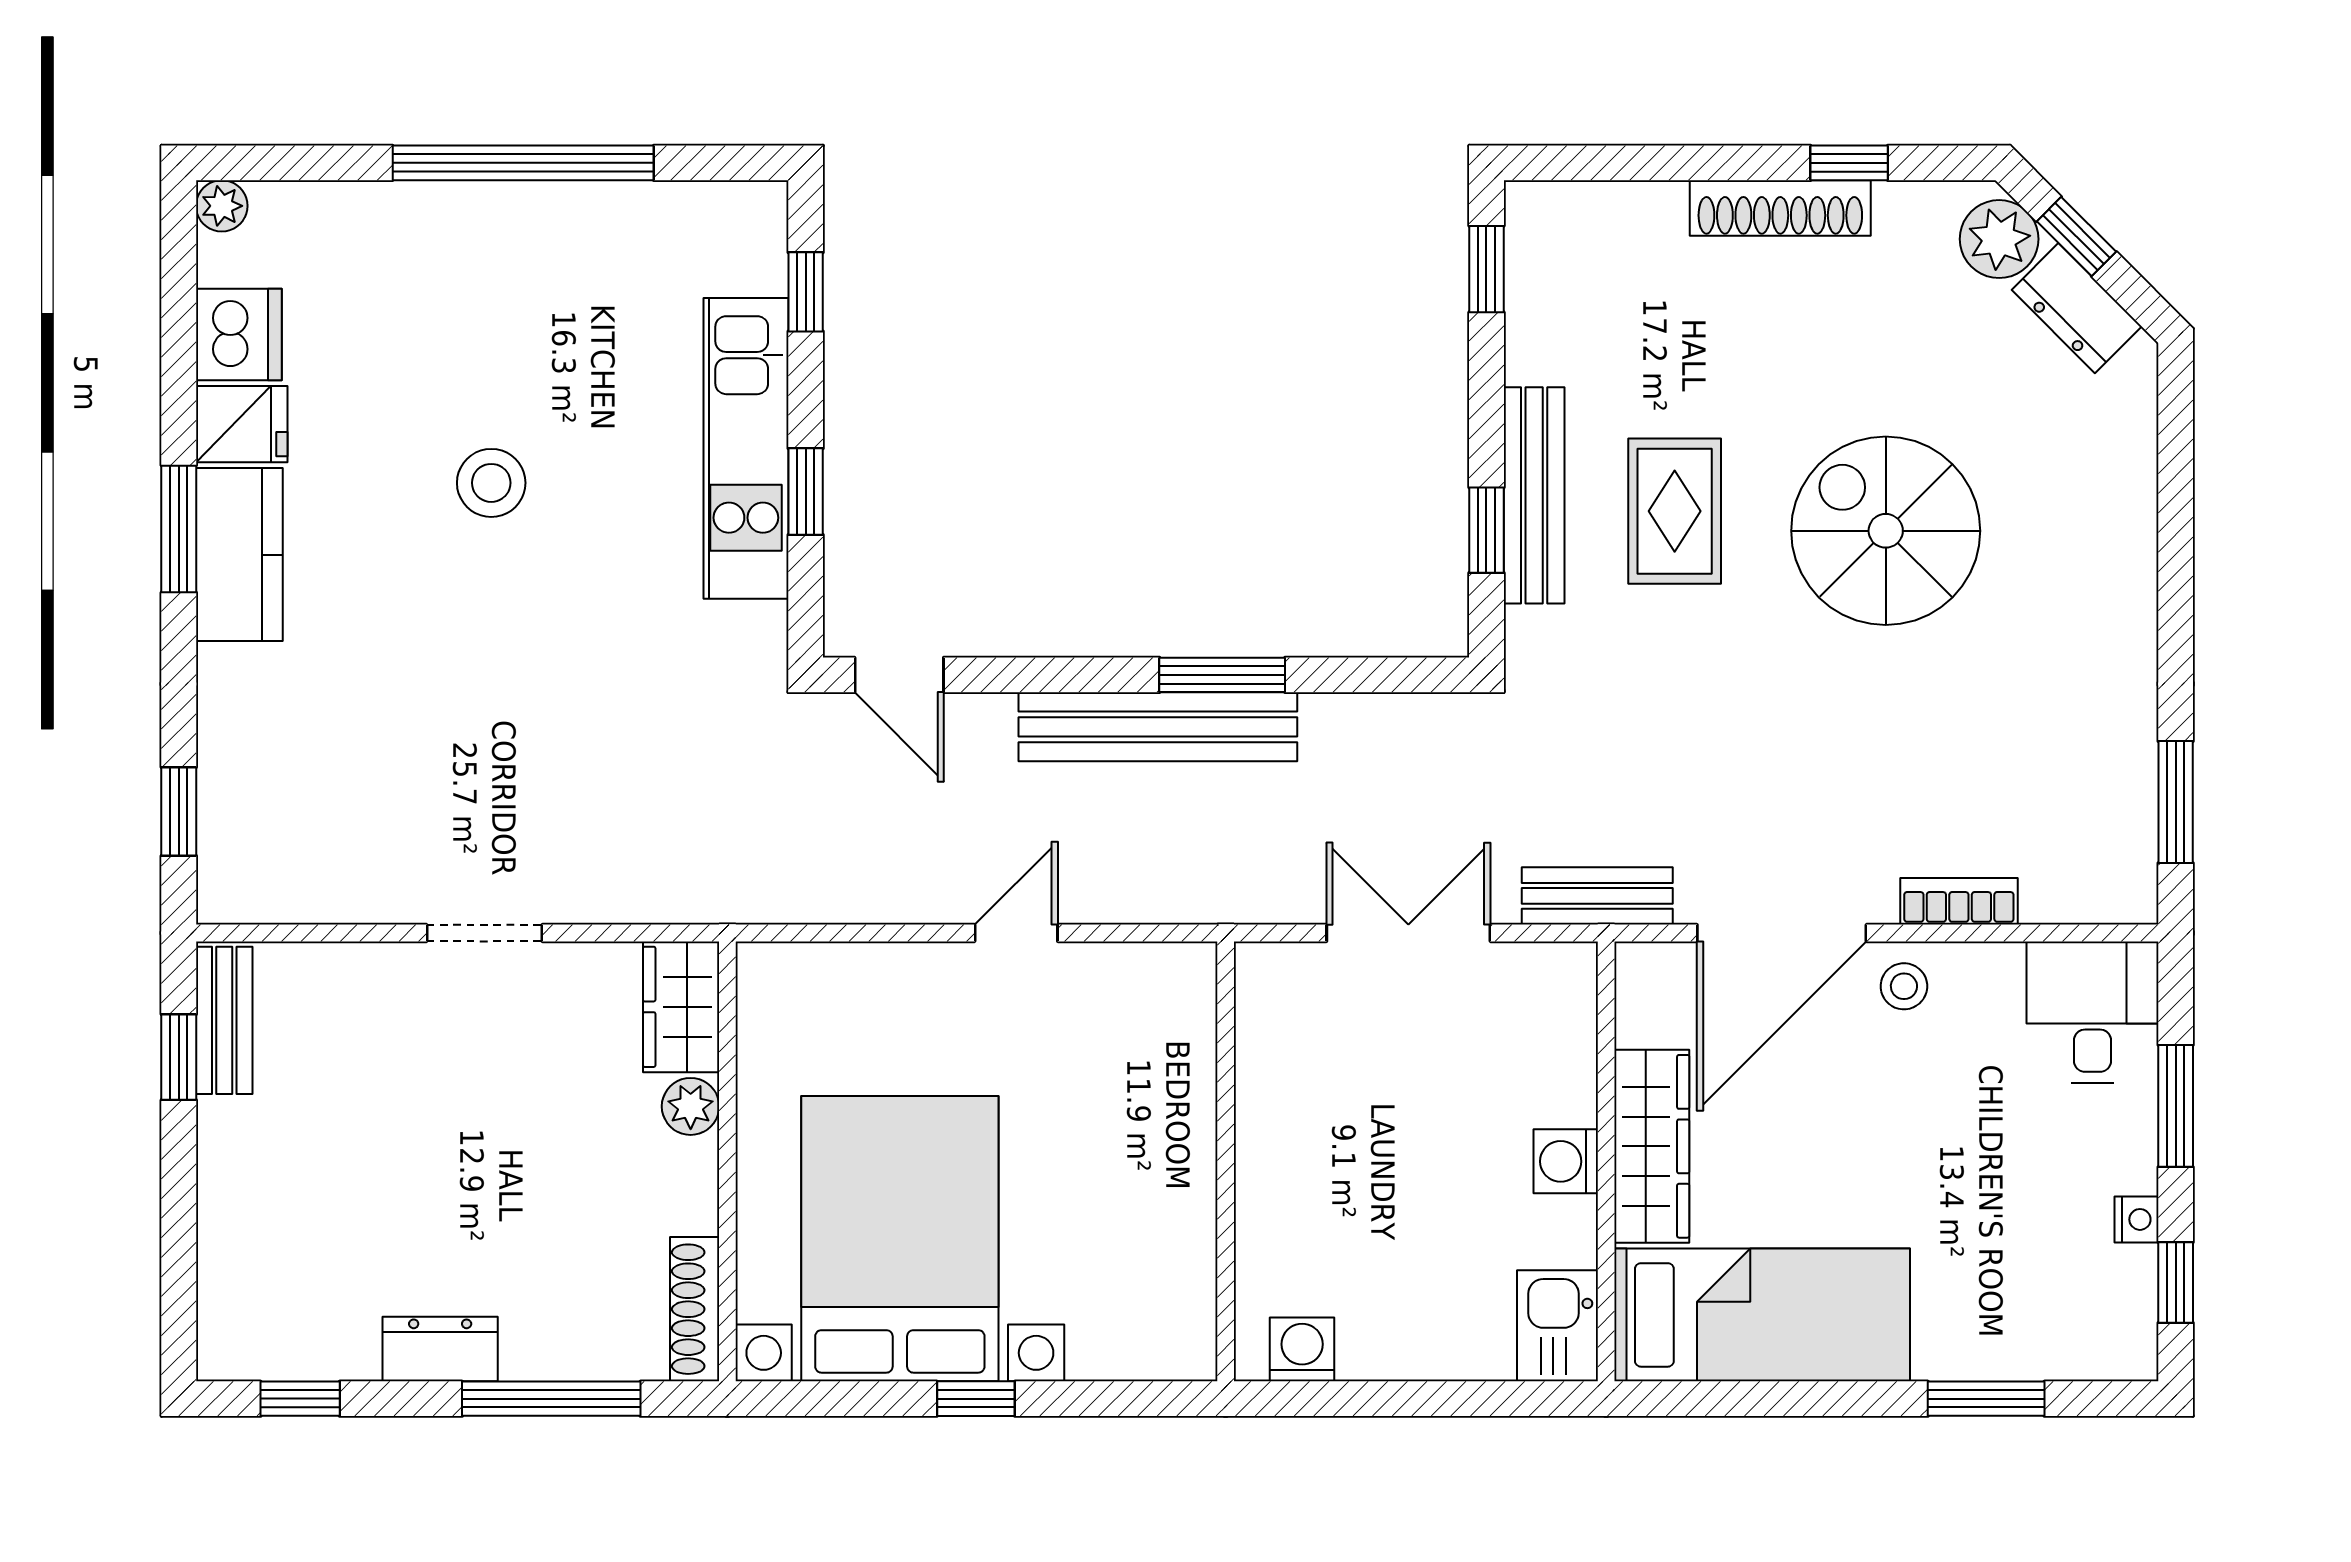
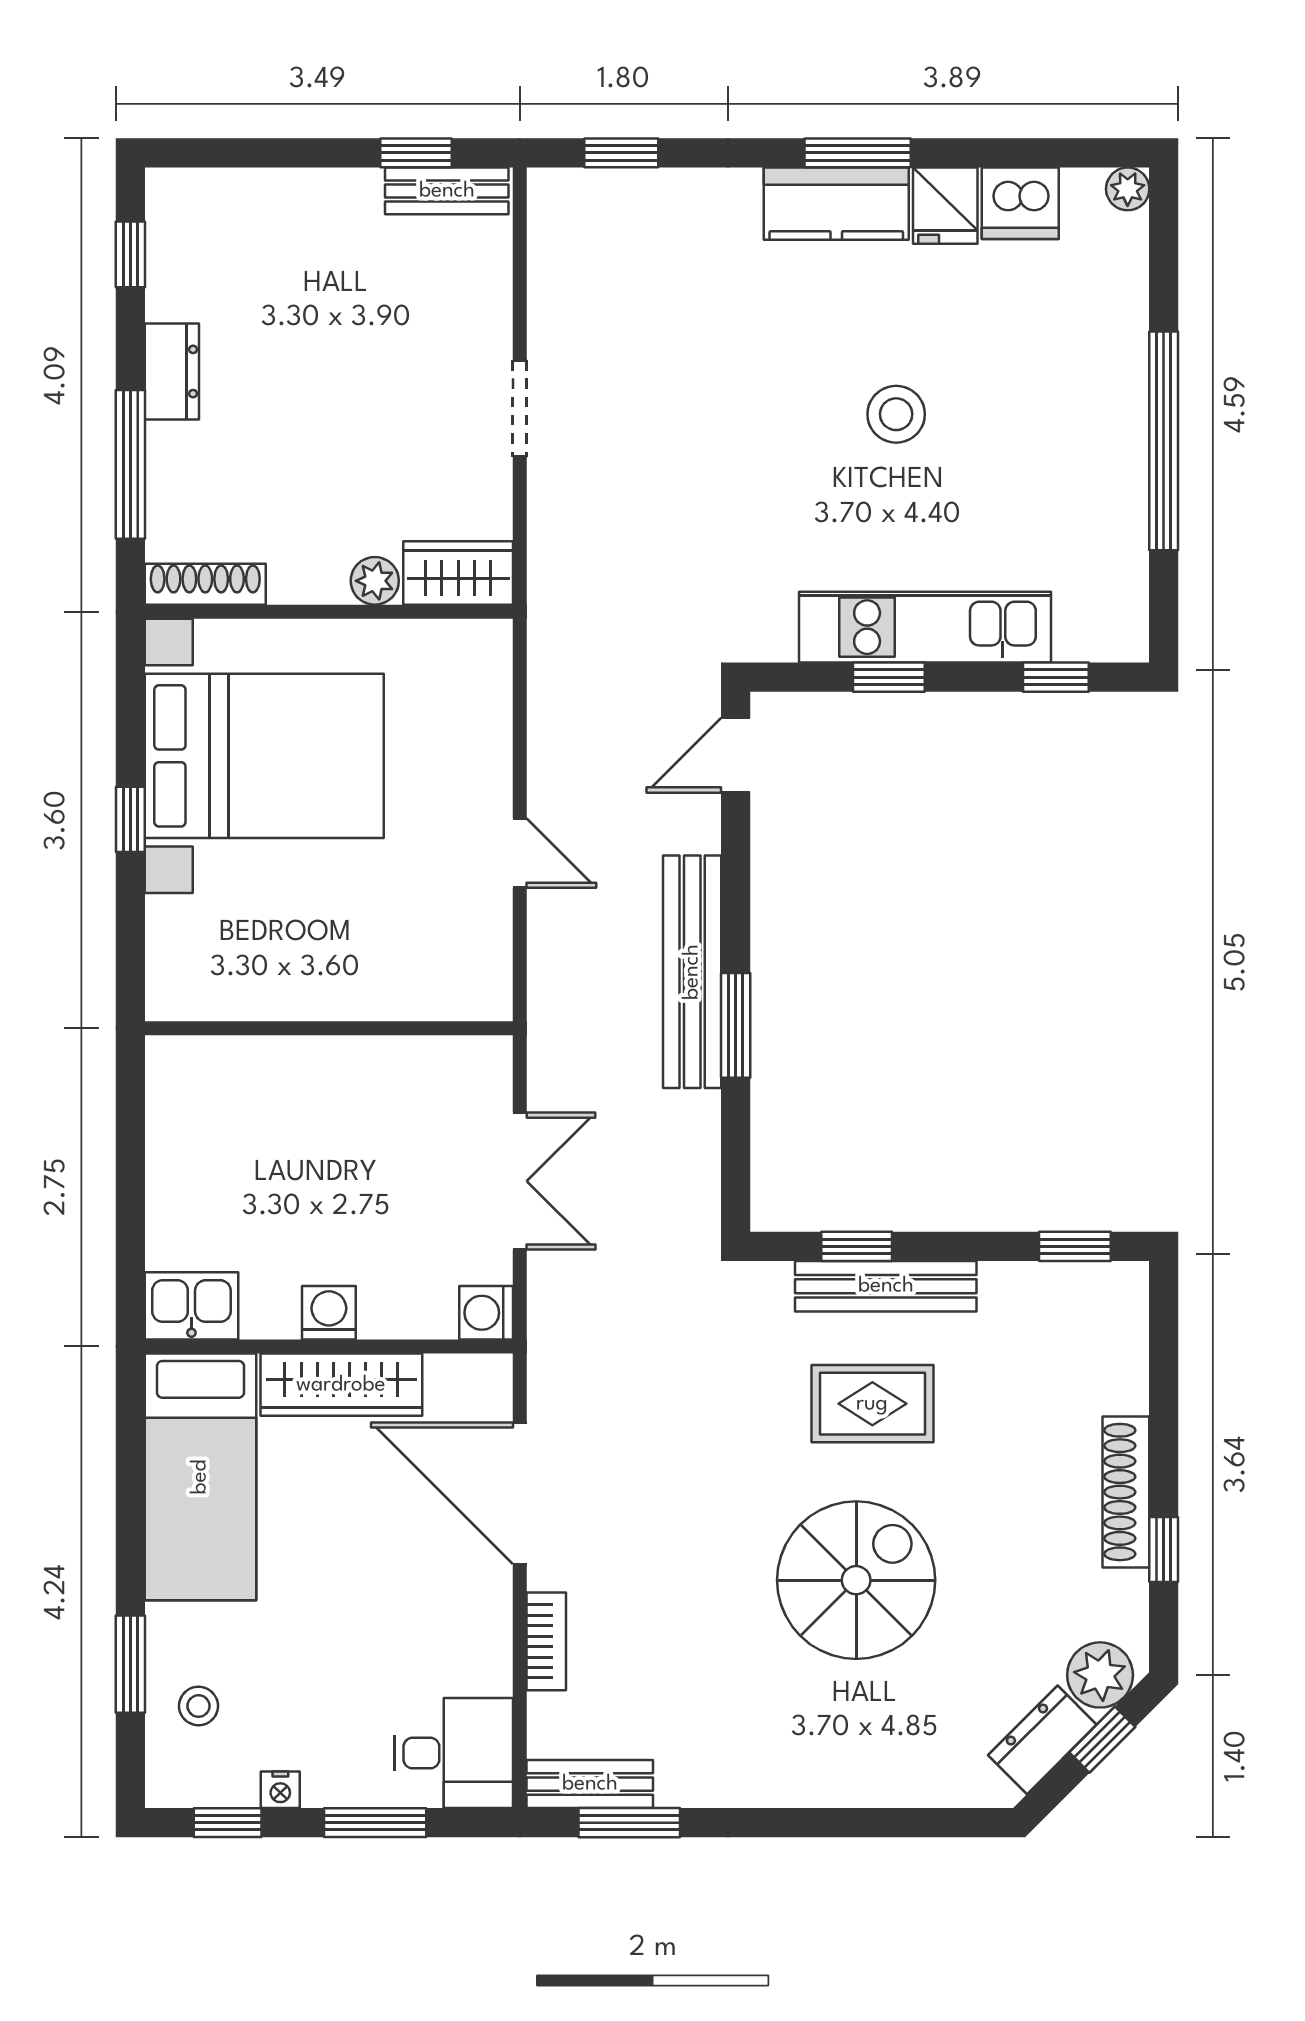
bench: (1597, 896) -> (590, 1784), moved, turned 90
stool: (1904, 986) -> (199, 1706), moved
washing machine: (1302, 1349) -> (486, 1313), moved, turned 180

